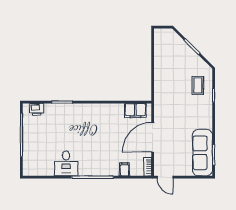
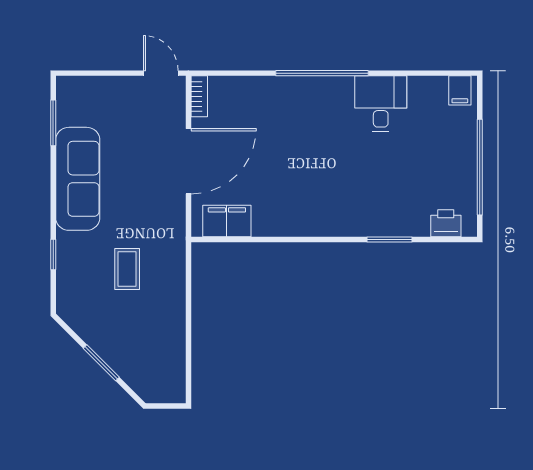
coffee table: (198, 86) -> (127, 269), moved
sofa: (203, 153) -> (78, 179), moved
filing cabinet: (125, 169) -> (460, 90), moved

